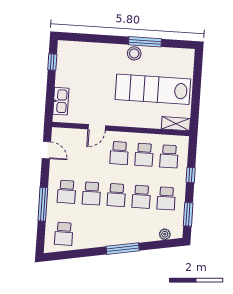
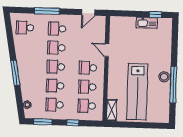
window: (145, 42) -> (173, 85), width x1.46
lab bench: (153, 89) -> (137, 92), turned 180
kitchen sink: (61, 101) -> (147, 23), moved

